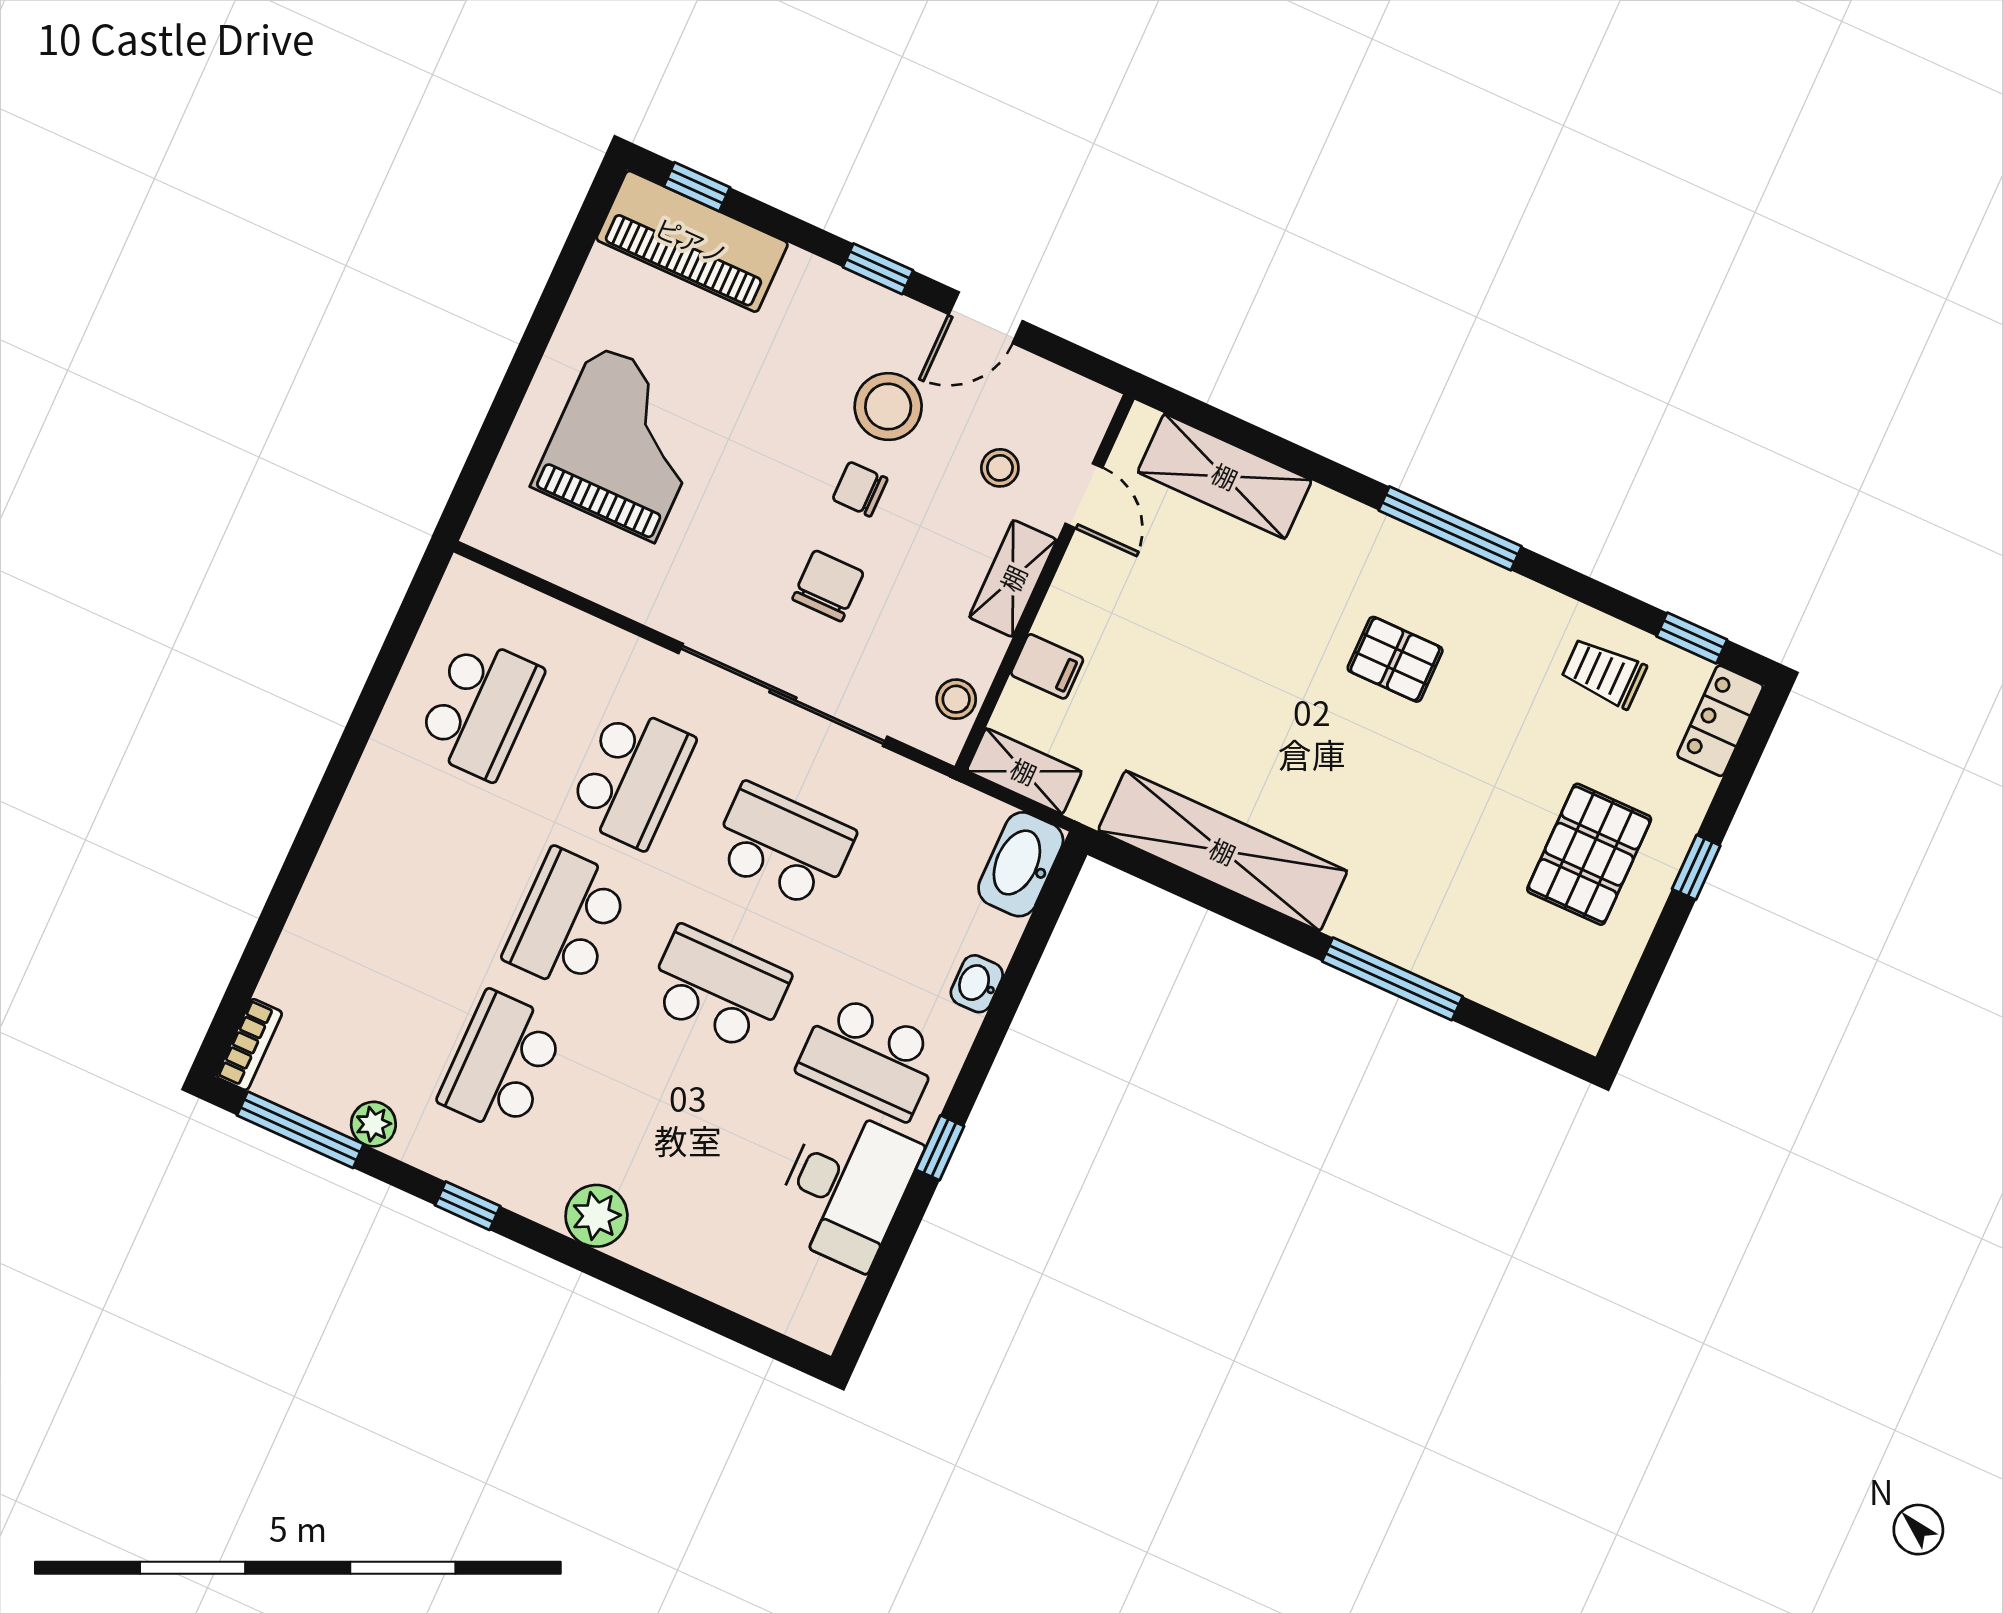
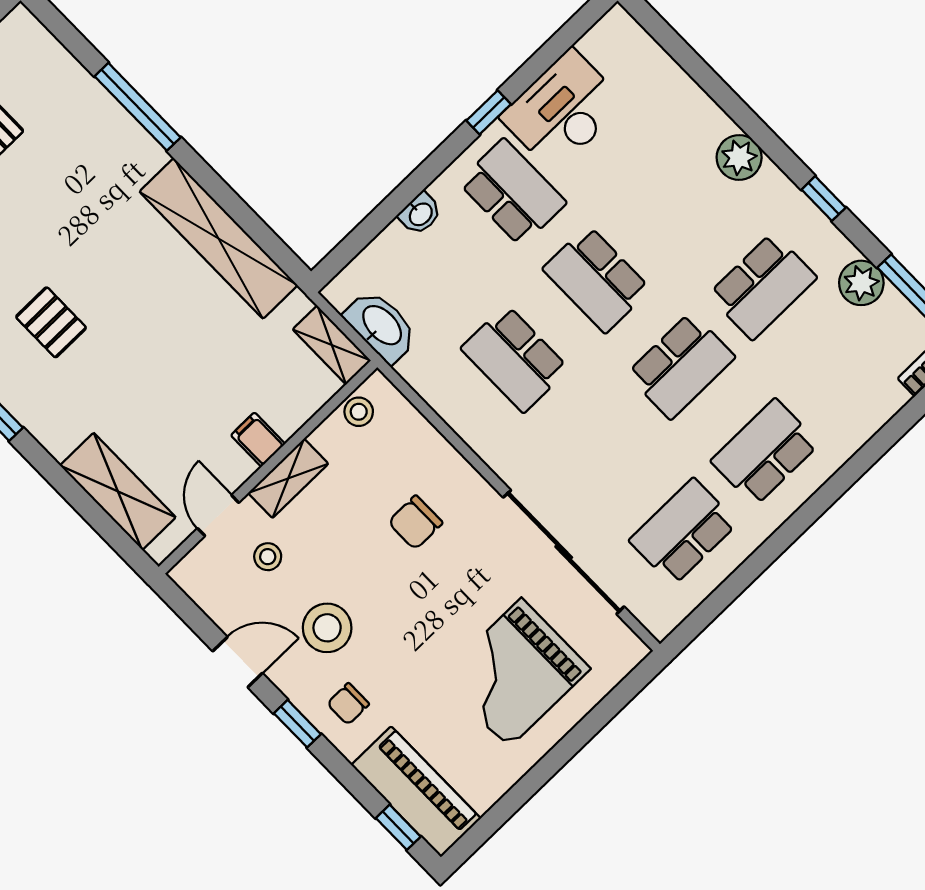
chair: (860, 489) -> (348, 704), moved, turned 90
filing cabinet: (1047, 666) -> (258, 439), moved
sliding door: (783, 695) -> (564, 552), moved
school desk: (631, 777) -> (765, 452), moved
washbasin: (1021, 864) -> (381, 326), moved, turned -90
plant: (373, 1124) -> (861, 283), width x1.38, depth x1.38

